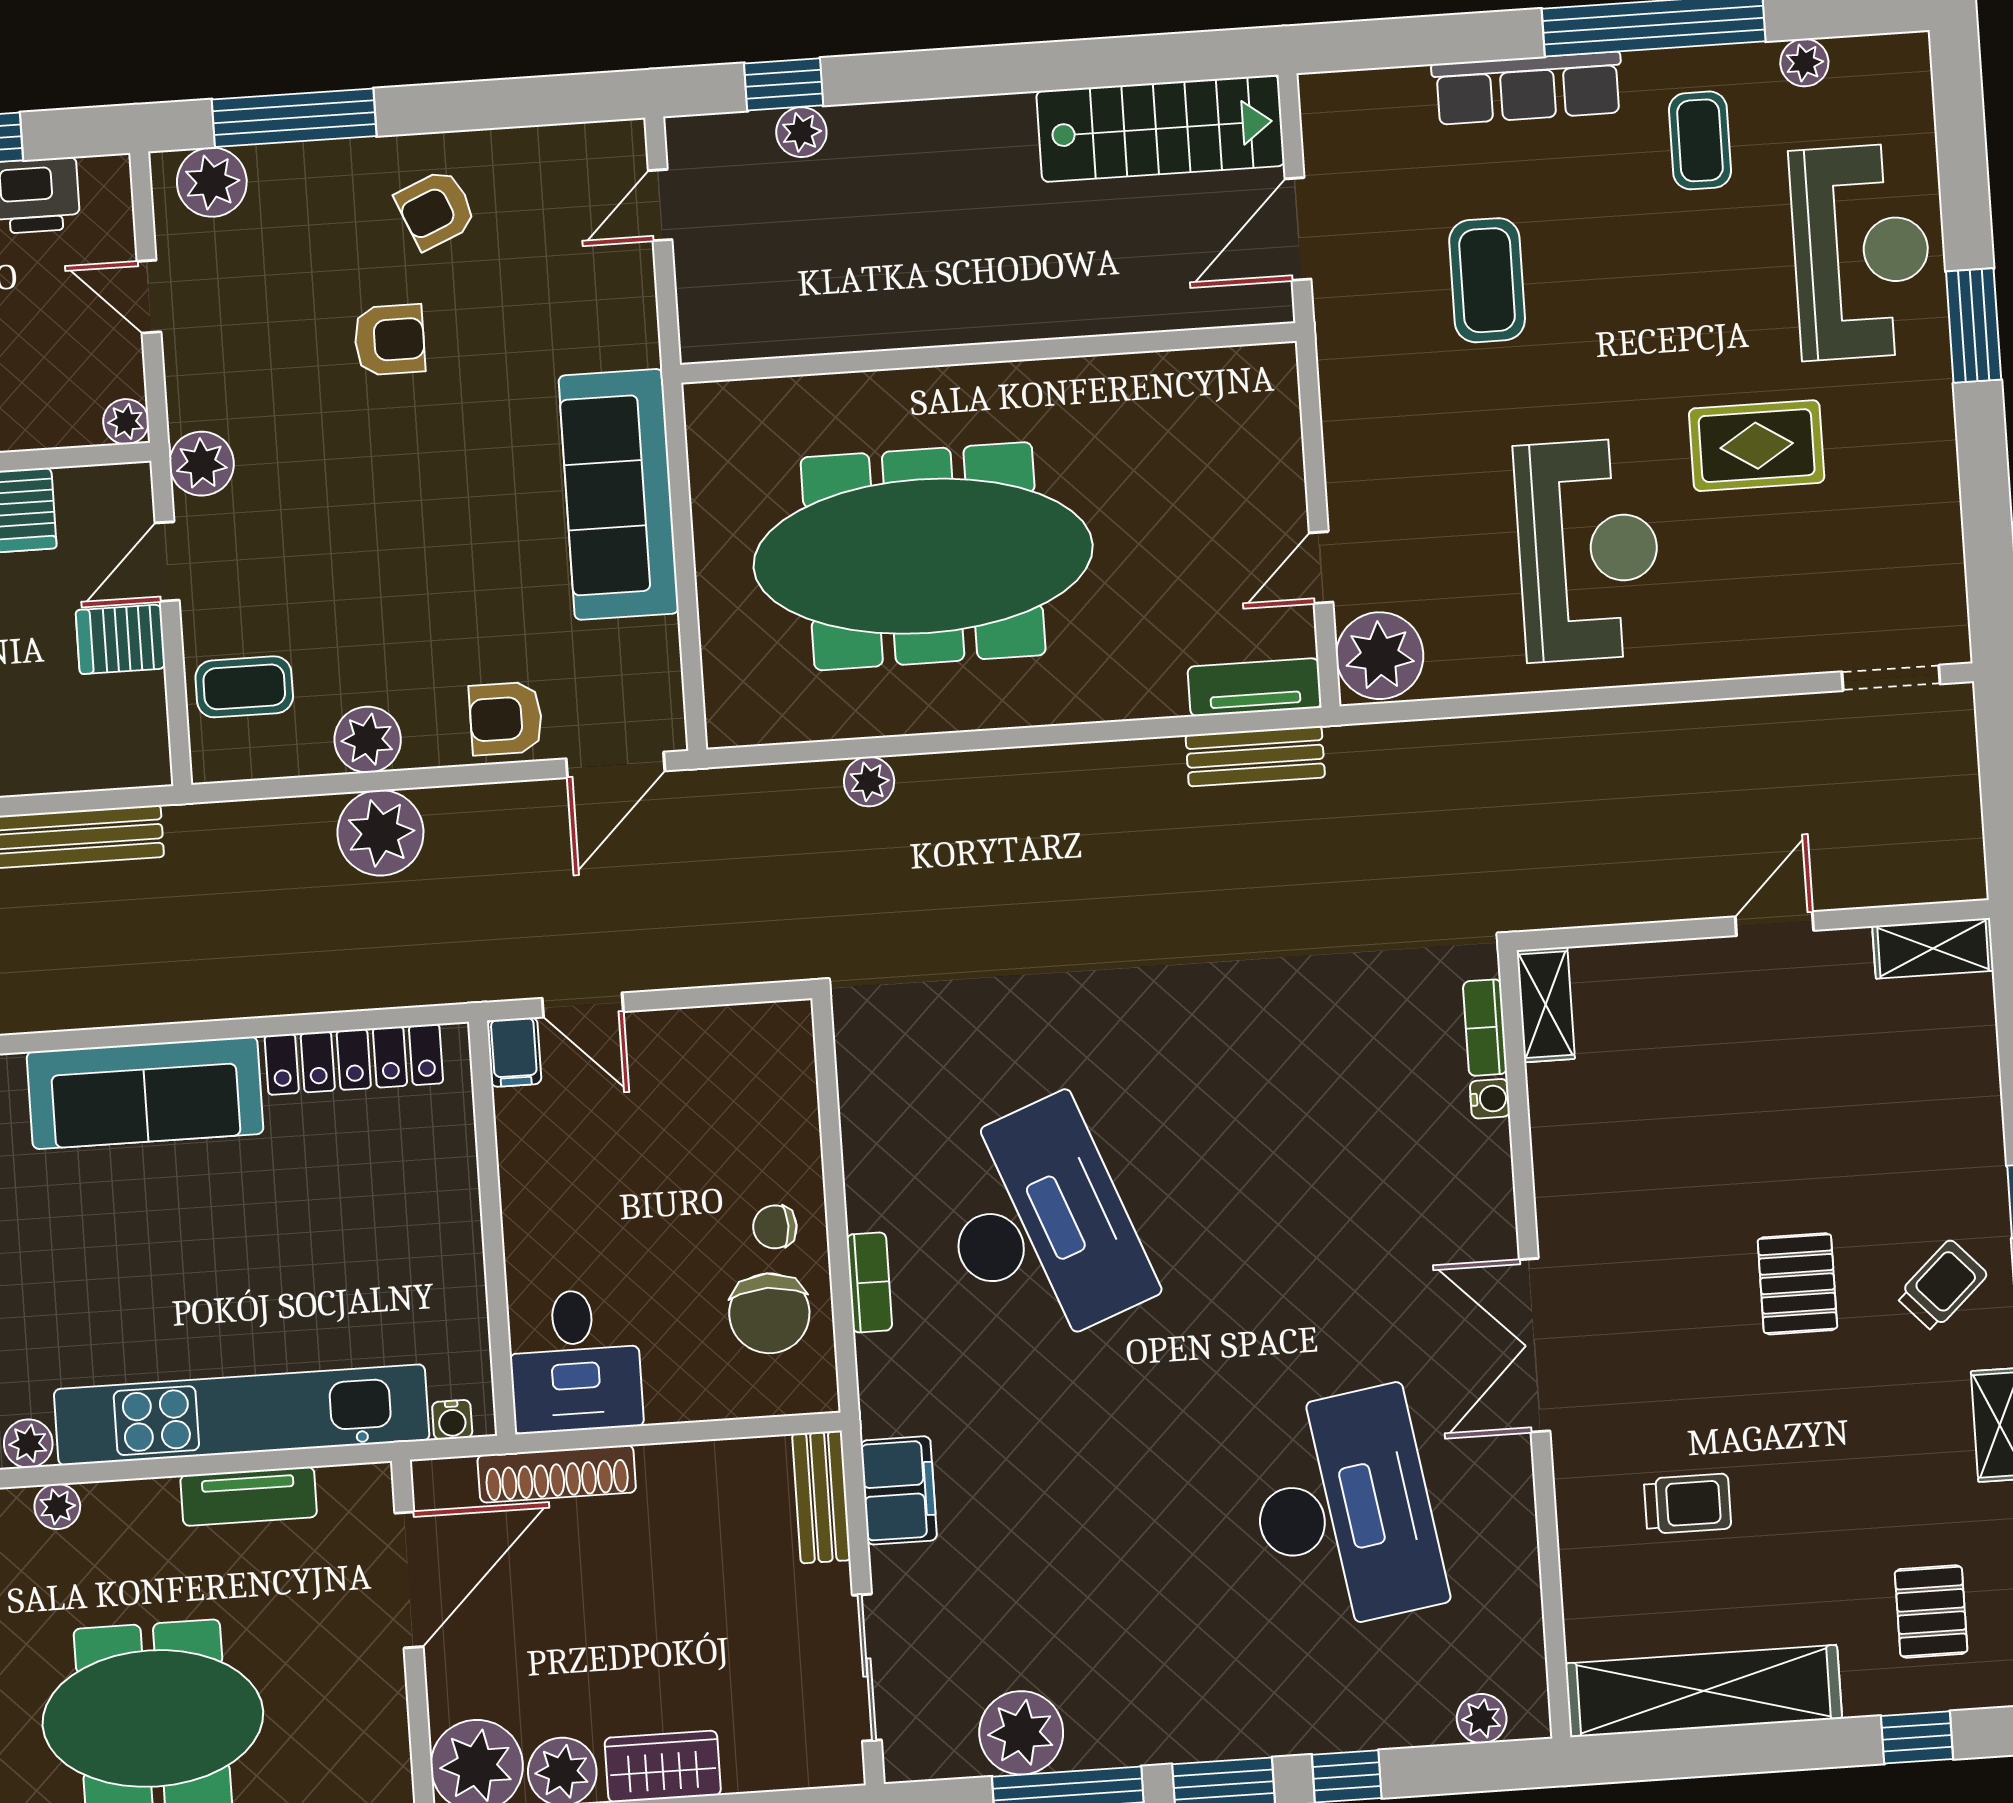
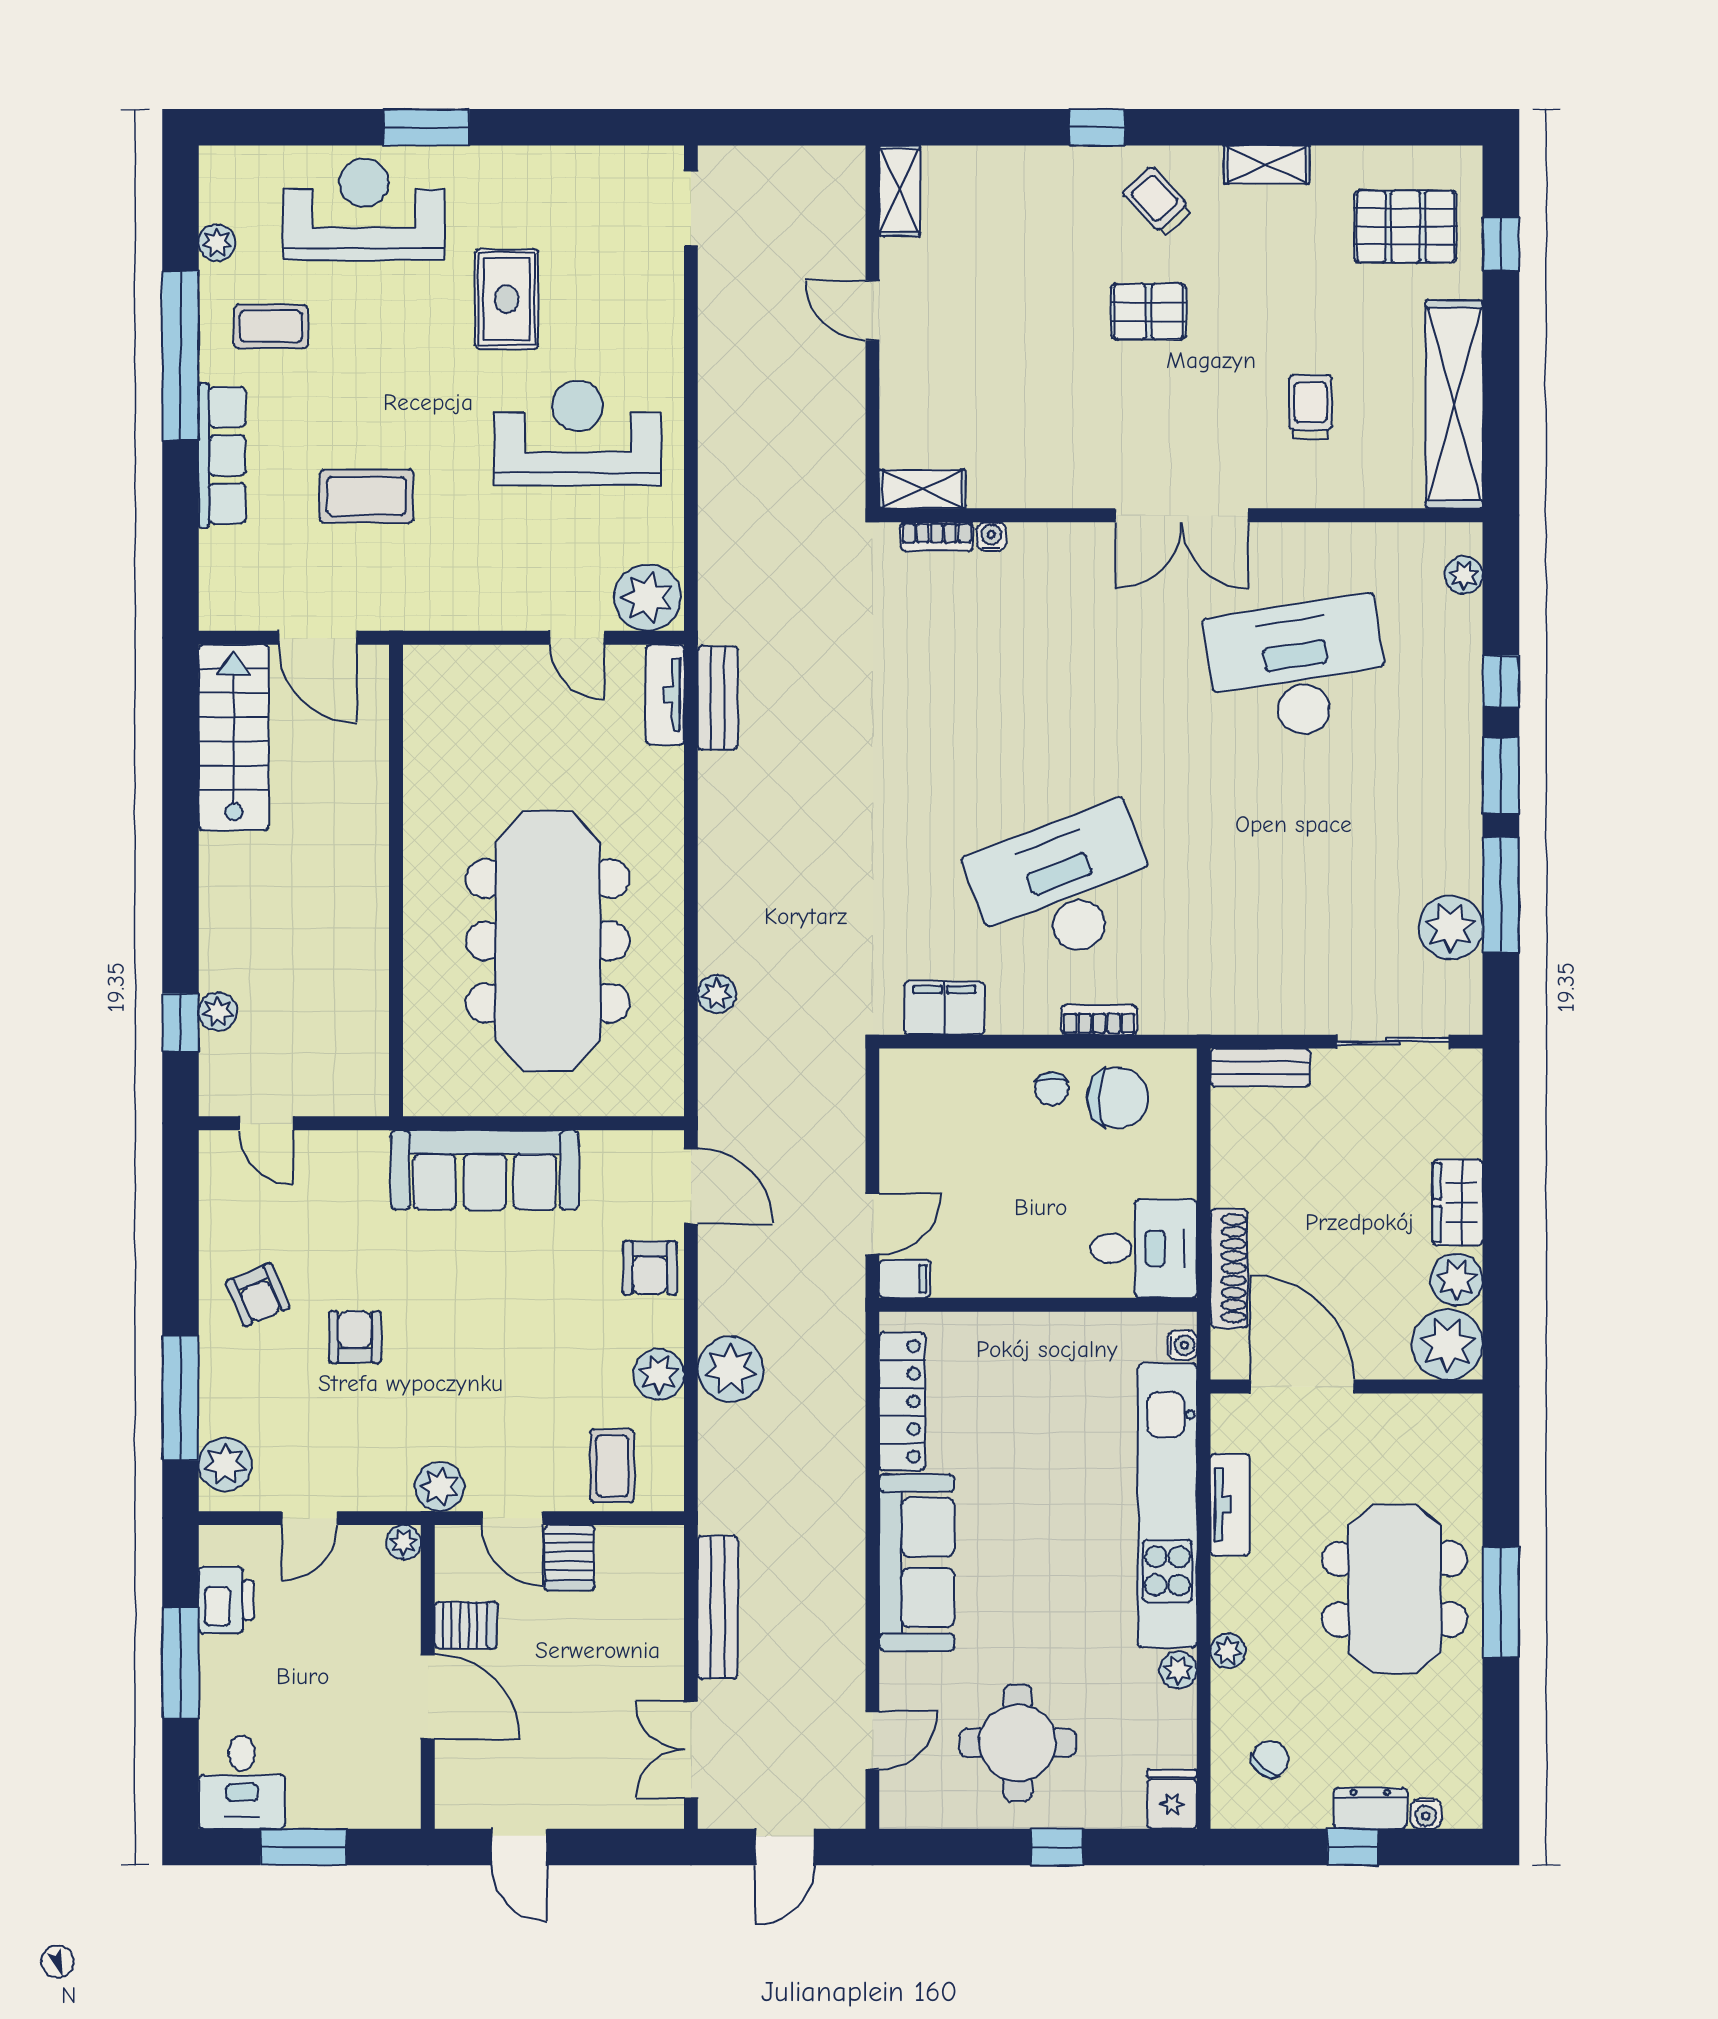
filing cabinet: (899, 1490) -> (944, 1008), moved
pallet: (1931, 1611) -> (1405, 227), width x1.50, depth x1.42

